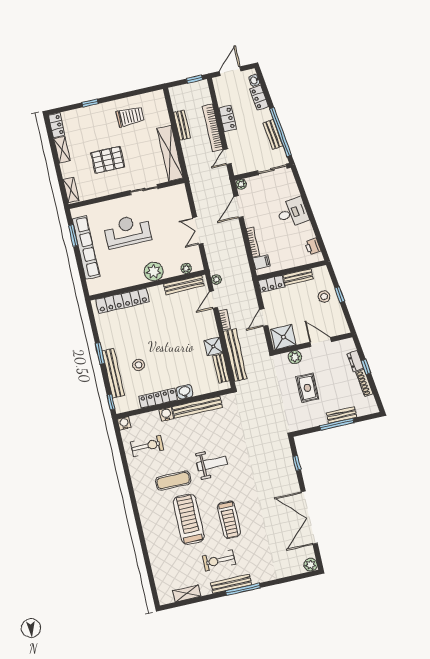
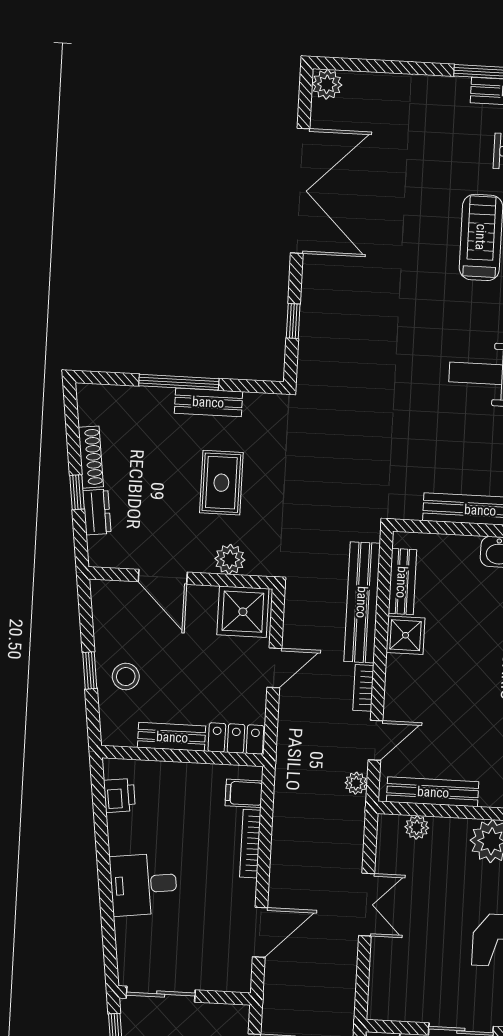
plant: (241, 184) -> (240, 981), removed
bench: (342, 415) -> (208, 402), moved

